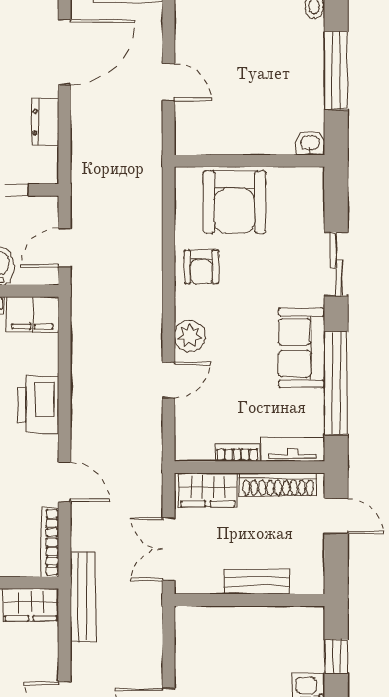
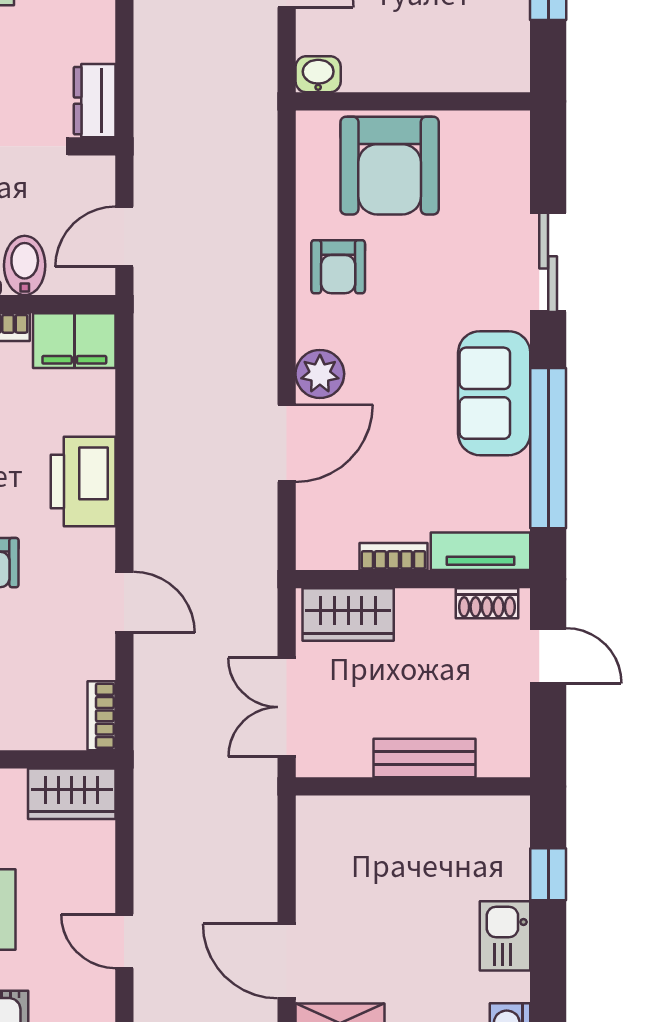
dresser: (45, 122) -> (95, 101), moved
washbasin: (310, 144) -> (318, 74), moved
door: (169, 380) -> (287, 443), width x1.38
shoe rack: (278, 485) -> (487, 603), width x0.51, depth x0.81
bookcase: (50, 542) -> (102, 716), width x0.64
bench: (83, 597) -> (153, 781), removed

